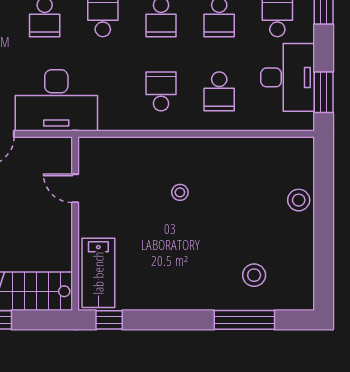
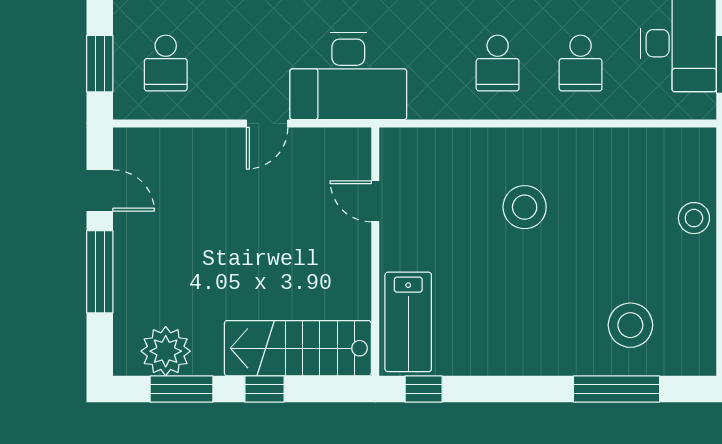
school desk: (161, 91) -> (498, 63), turned 180
stool: (180, 192) -> (525, 207), width x1.89, depth x1.89
stool: (254, 275) -> (630, 325), width x1.38, depth x1.38

